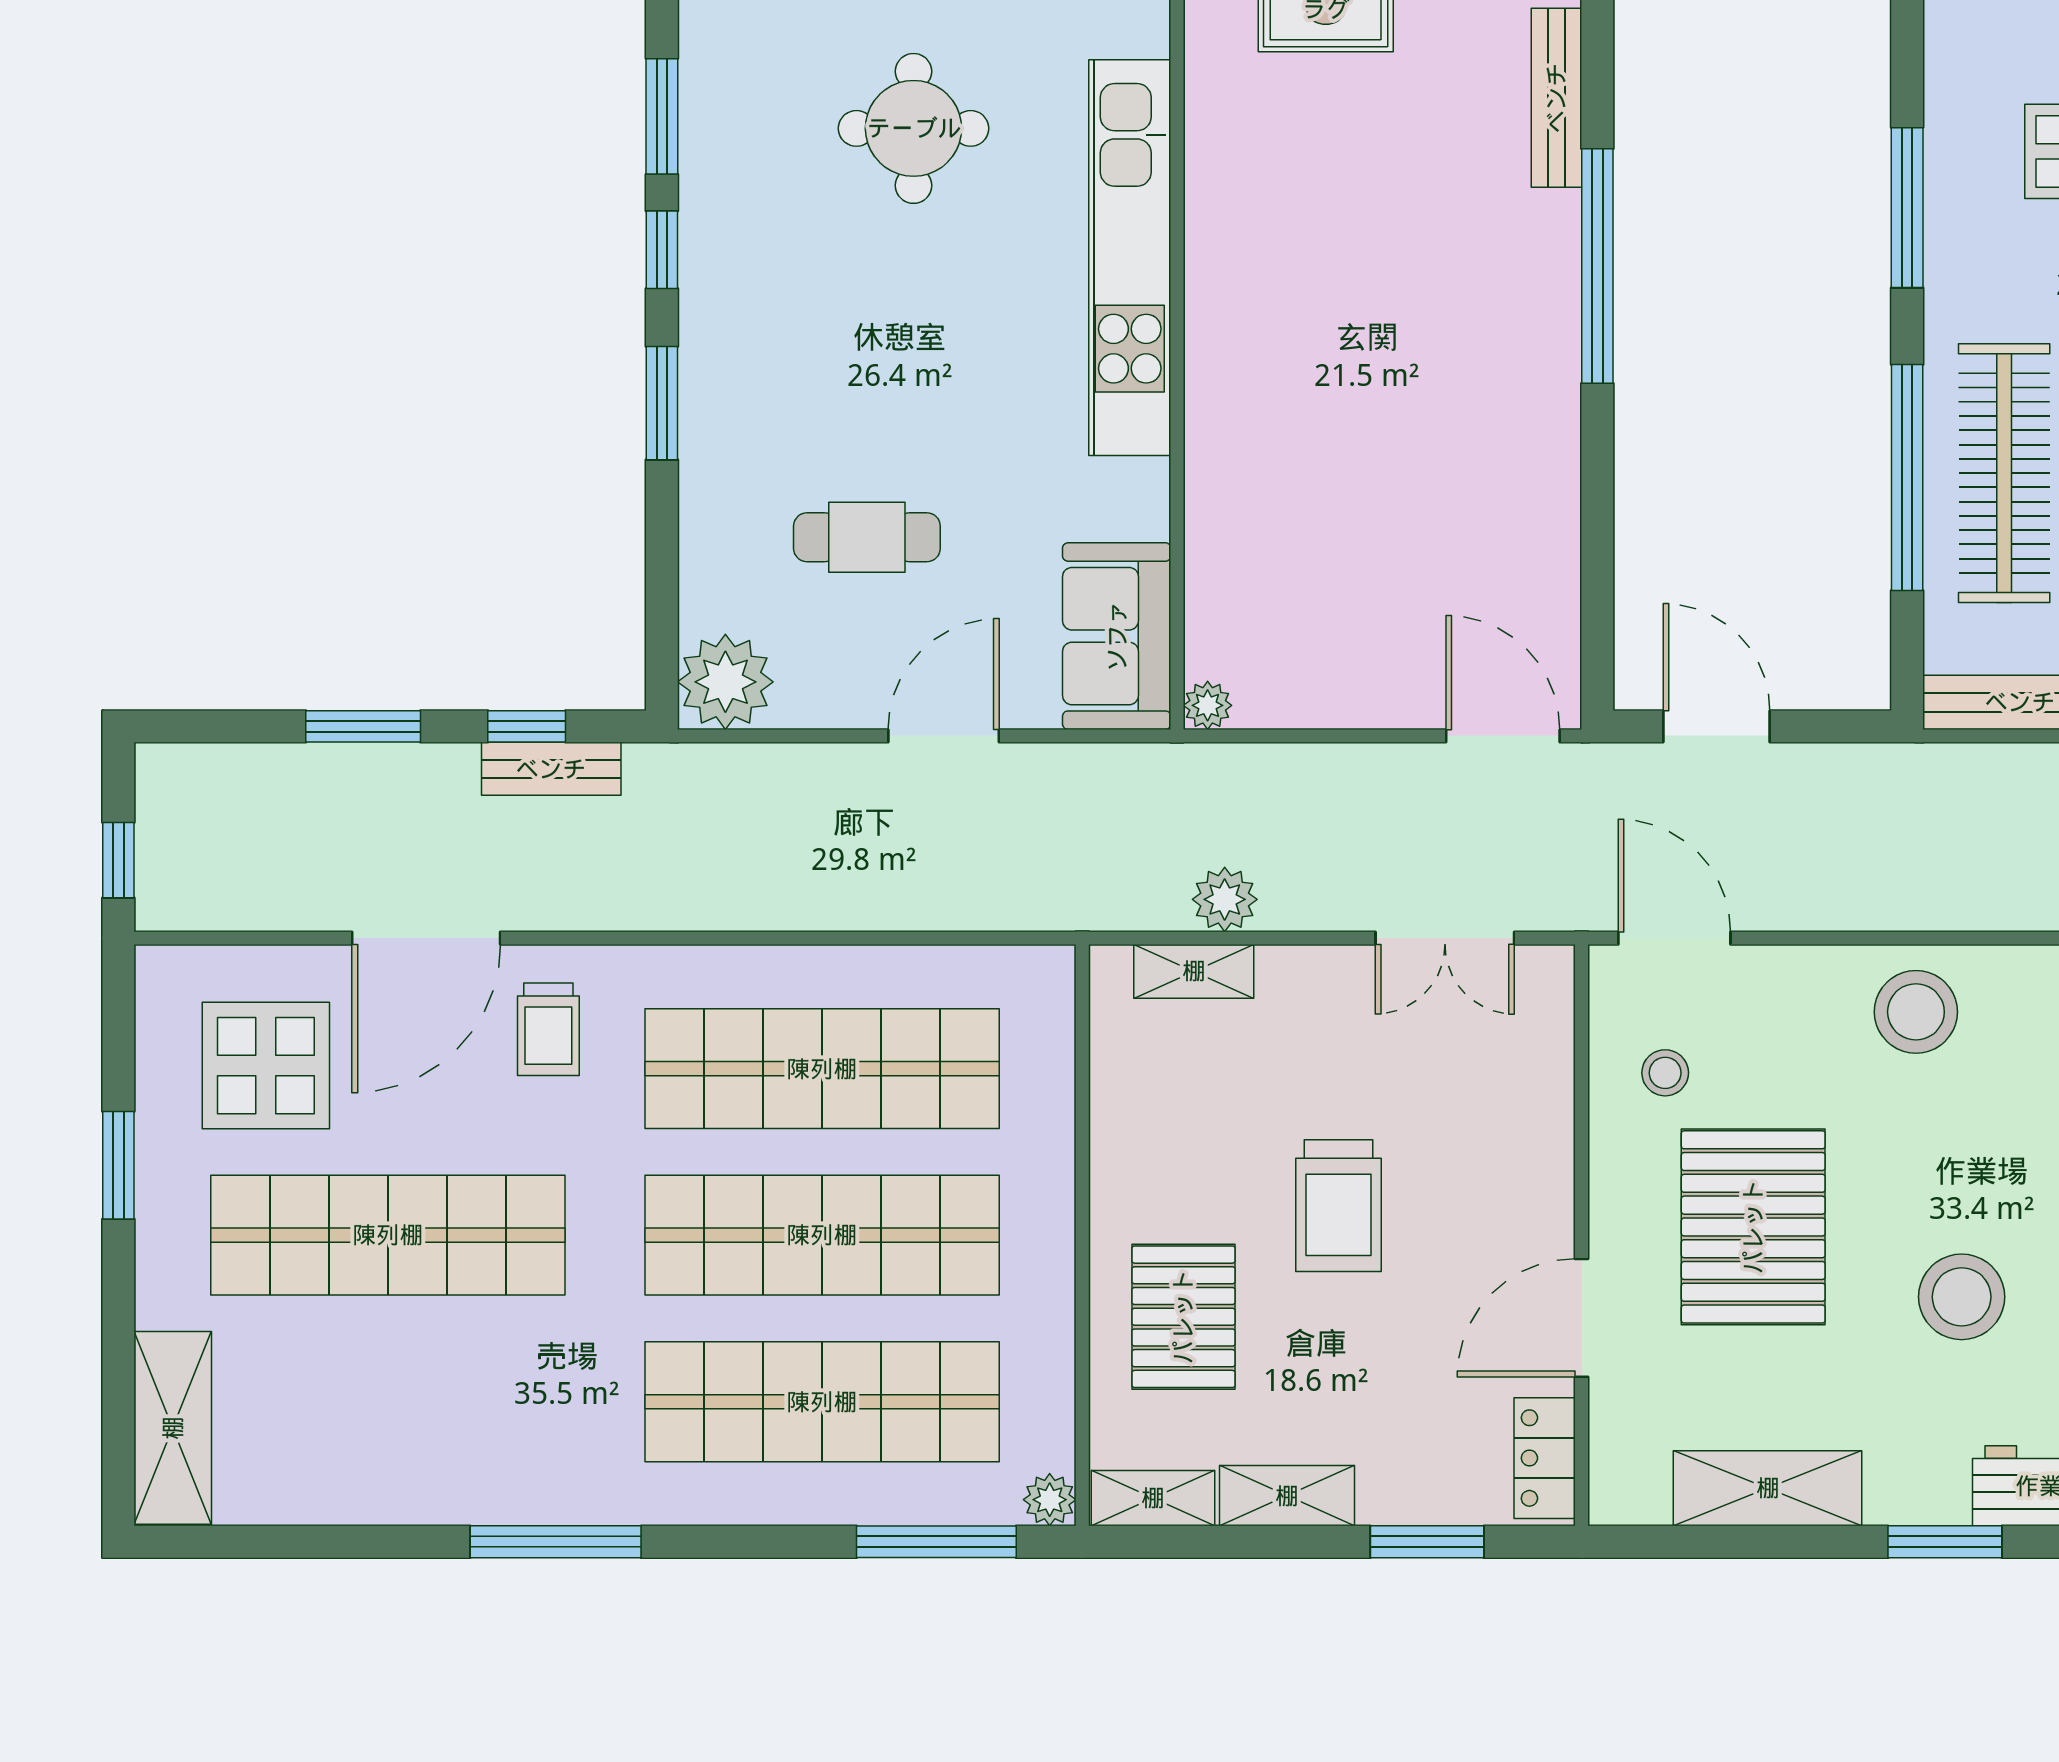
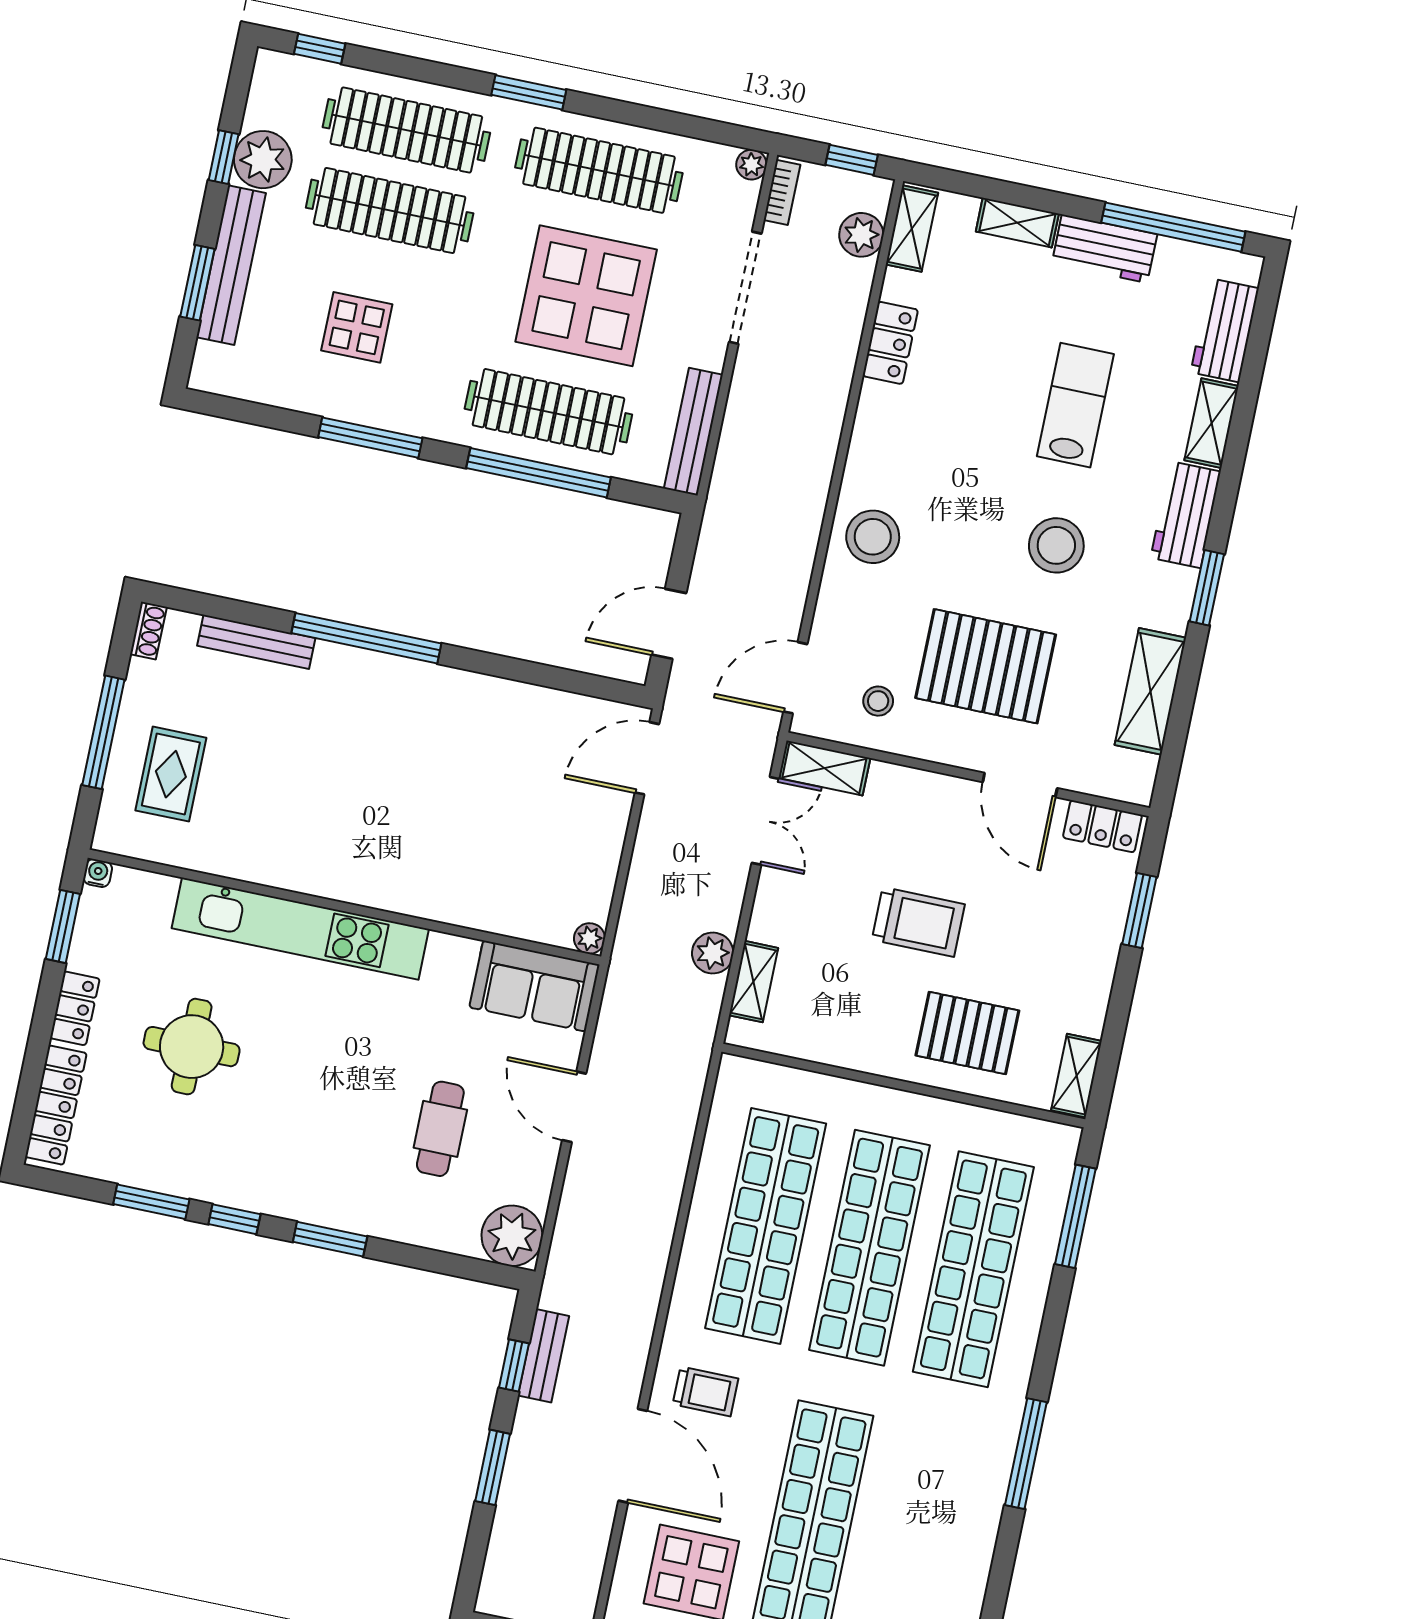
shelving: (1287, 1496) -> (824, 768), moved, turned 90
plant: (1050, 1500) -> (1064, 1140), removed

